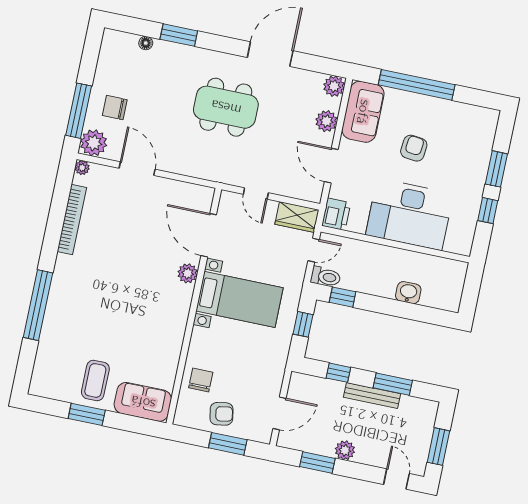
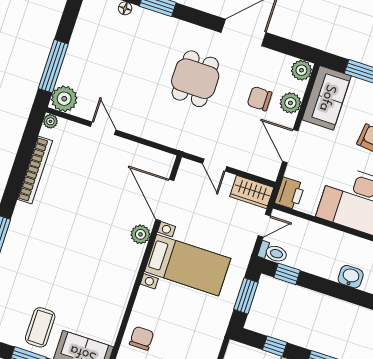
dining table: (226, 107) -> (195, 79), width x0.73
chair: (115, 108) -> (260, 99), moved
door: (137, 169) -> (103, 128), width x0.73
window: (303, 324) -> (246, 296), width x1.50

